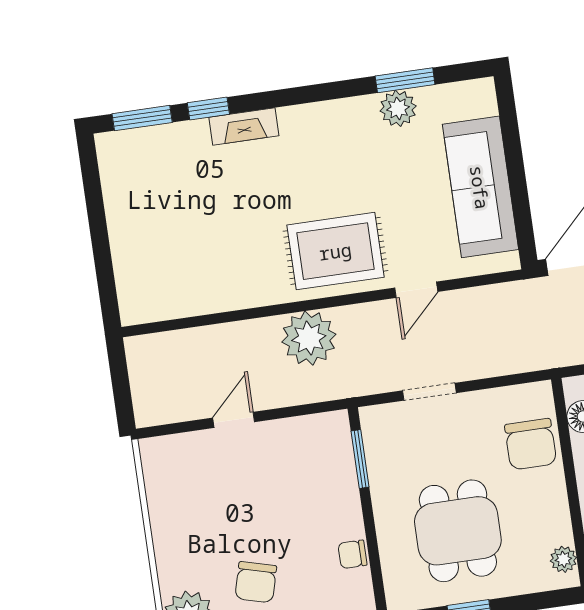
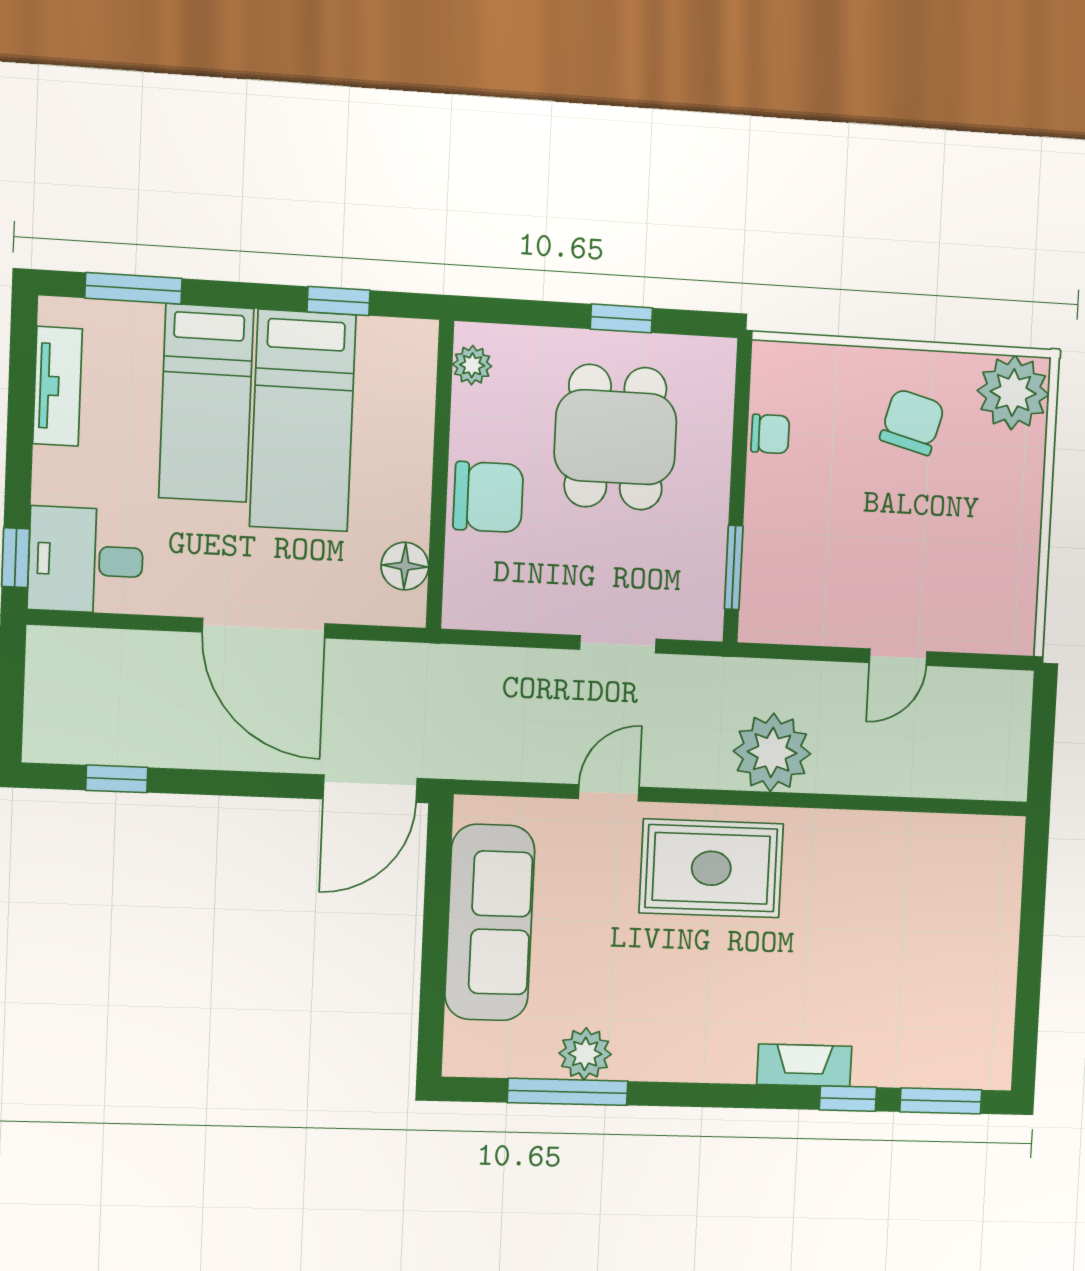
window: (405, 80) -> (568, 1092), width x1.44
chair: (531, 444) -> (488, 497), moved, turned 90

